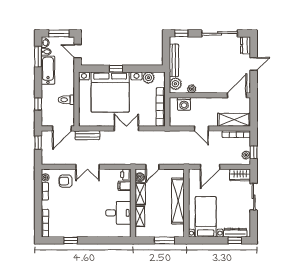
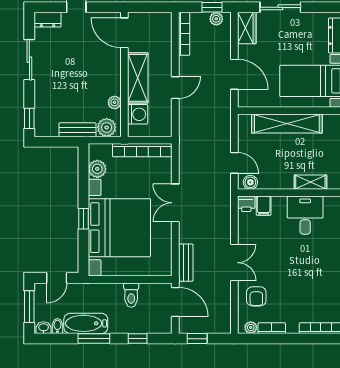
sliding door: (220, 33) -> (29, 60), width x0.73
window: (38, 57) -> (94, 339), moved
bench: (174, 60) -> (77, 130), width x0.73
shelving: (234, 120) -> (138, 78), moved
shelving: (140, 194) -> (276, 182), removed

